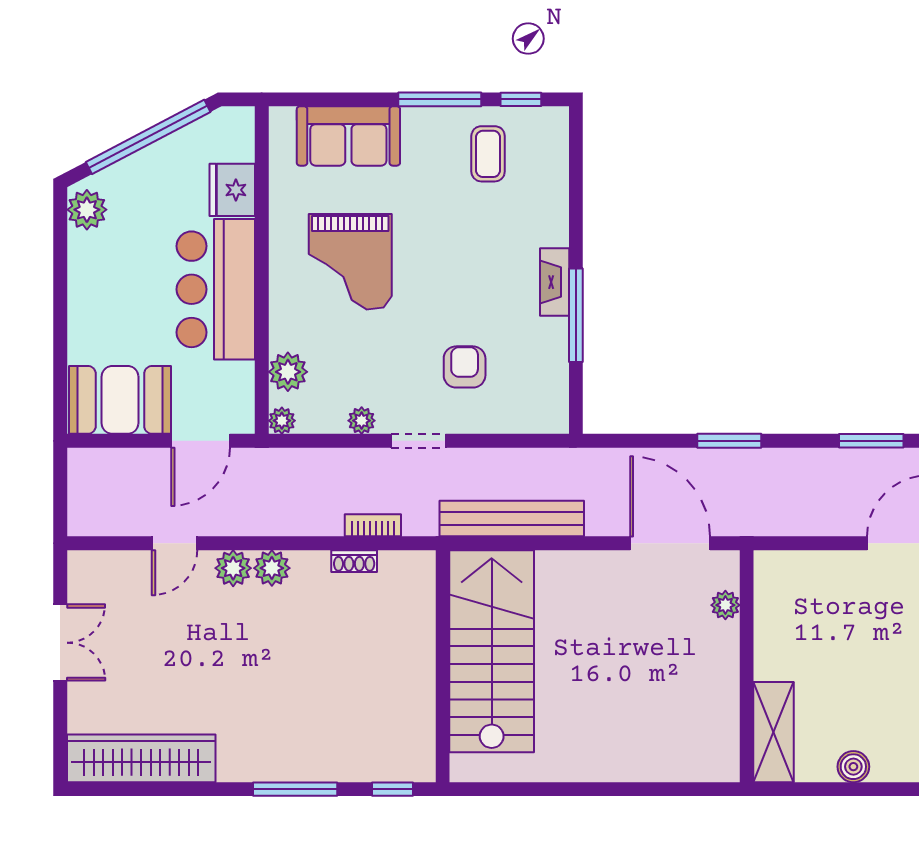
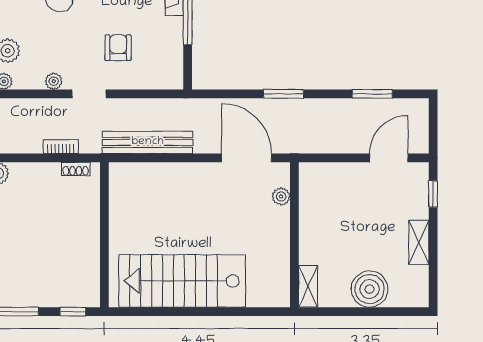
shoe rack: (354, 561) -> (76, 169), moved
stairs: (492, 651) -> (182, 281), moved, turned -90
shelving: (774, 732) -> (308, 286), width x0.67, depth x0.75
boiler: (853, 767) -> (370, 289), width x1.86, depth x1.86

